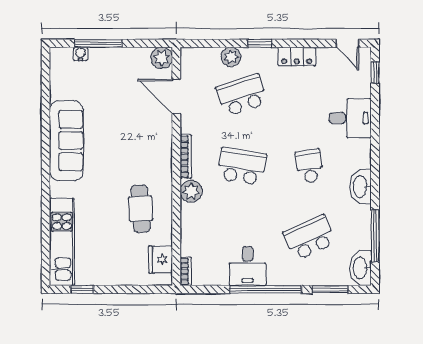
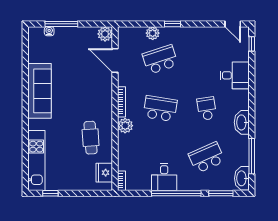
locker: (297, 57) -> (198, 33), removed

